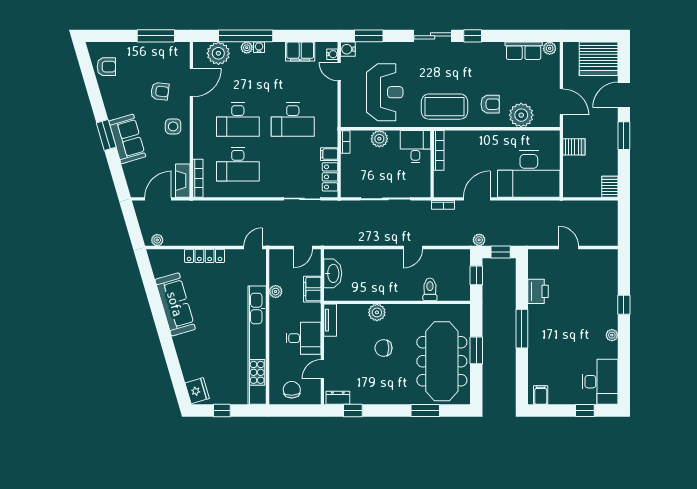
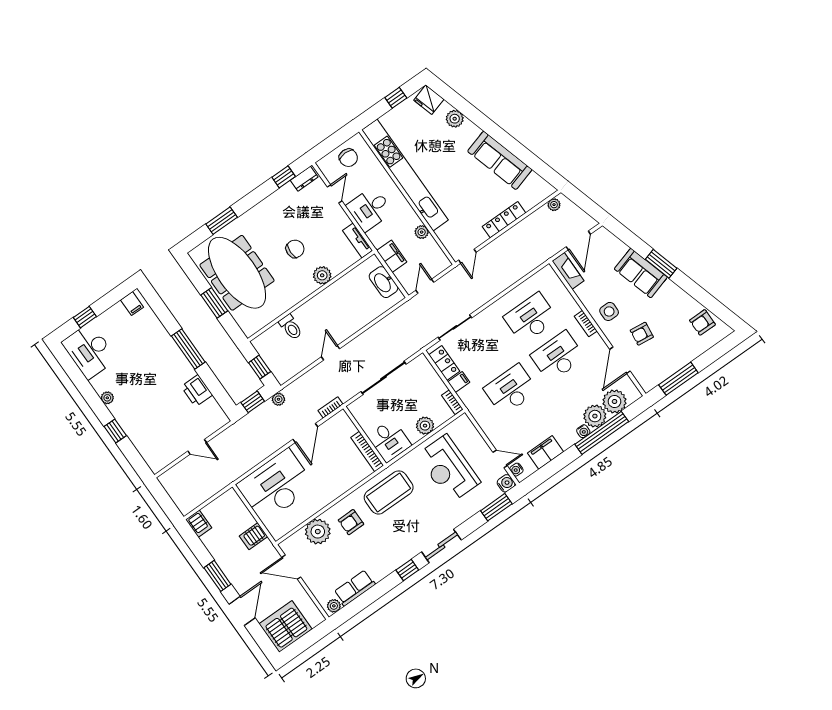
plant: (247, 48) -> (595, 416), width x1.87, depth x1.87
bookcase: (198, 178) -> (586, 324), moved, width x0.64
plant: (187, 362) -> (455, 119), added

